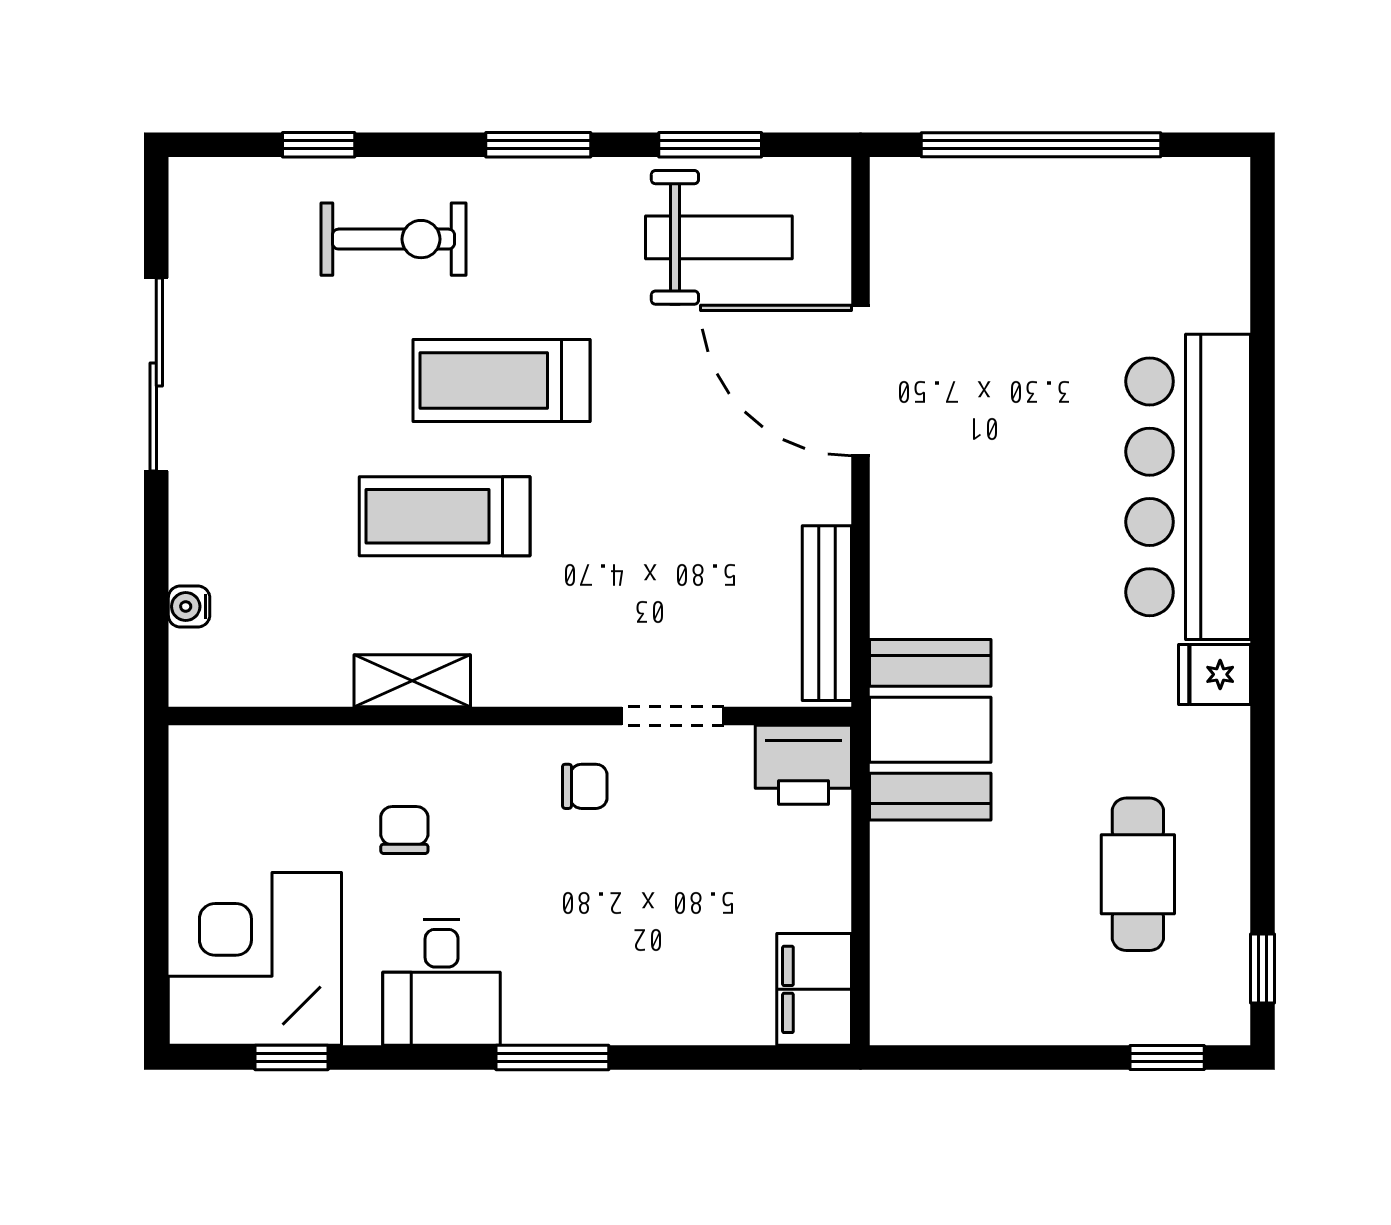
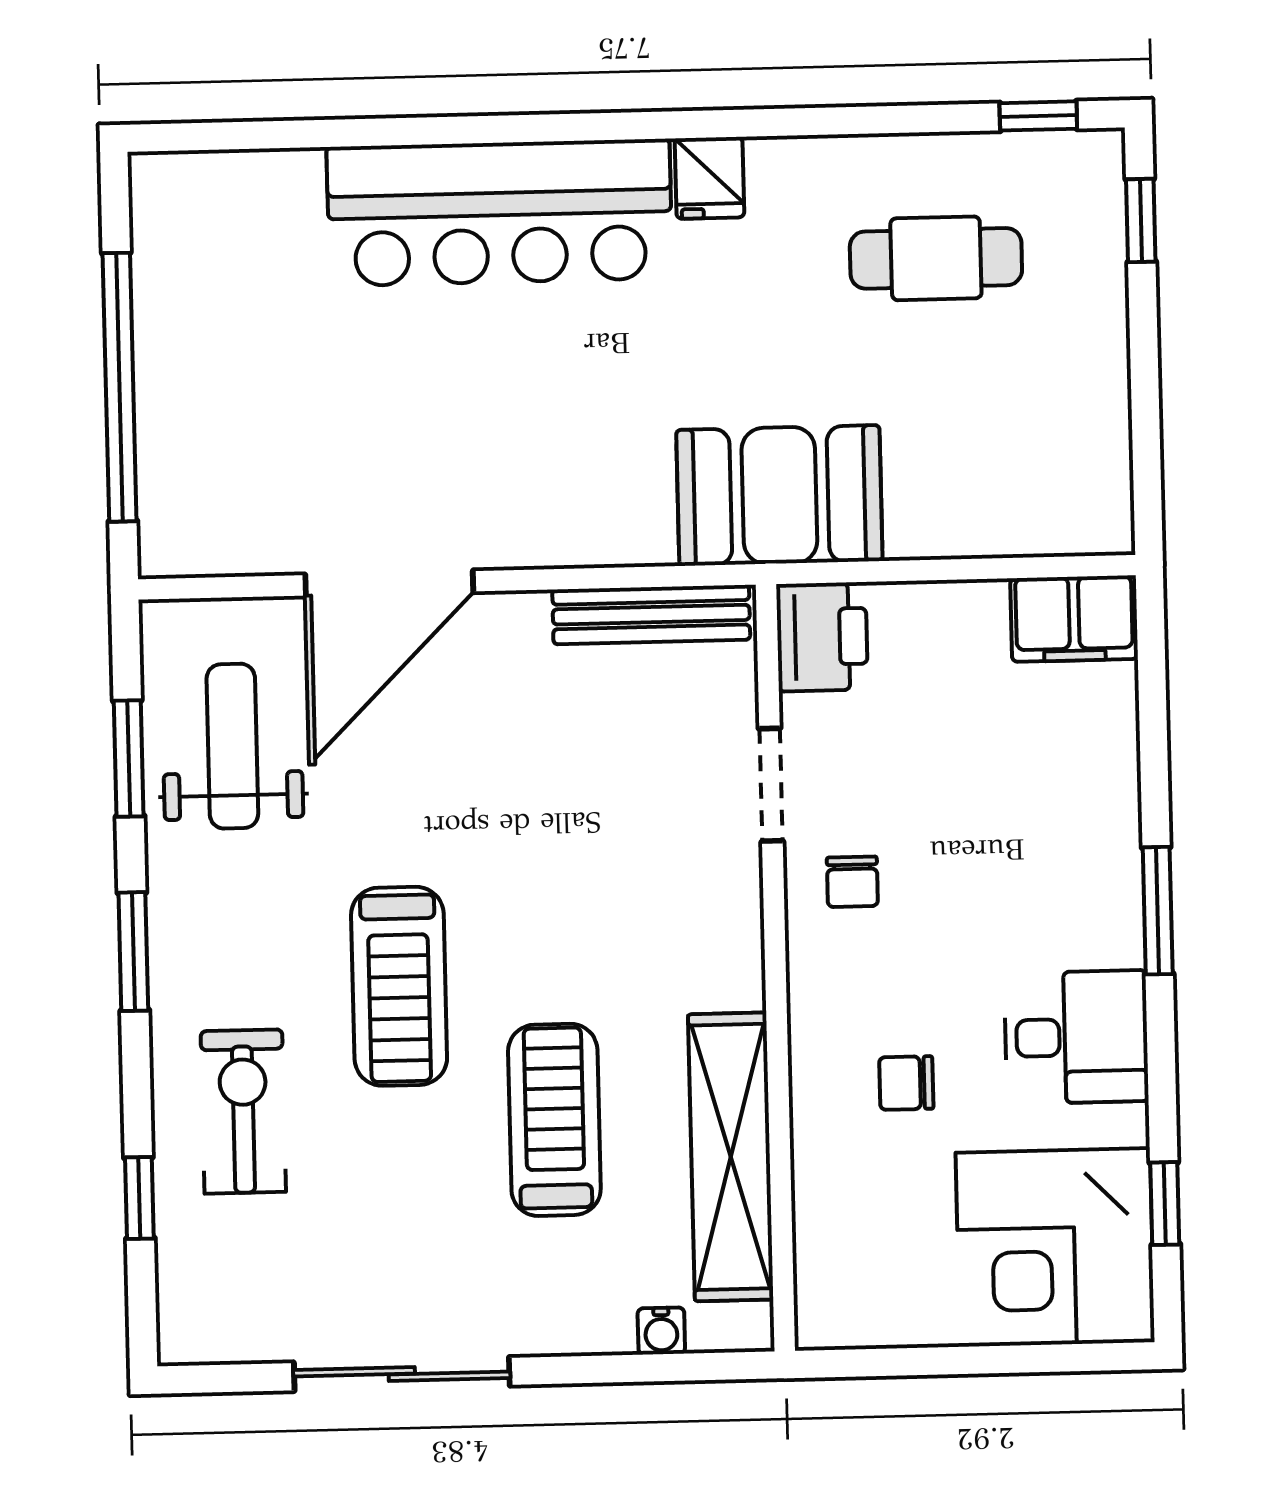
treadmill: (445, 516) -> (554, 1120), moved, turned 180
shelving: (412, 681) -> (731, 1157), width x2.20, depth x1.33
chair: (585, 786) -> (852, 882), turned 180

